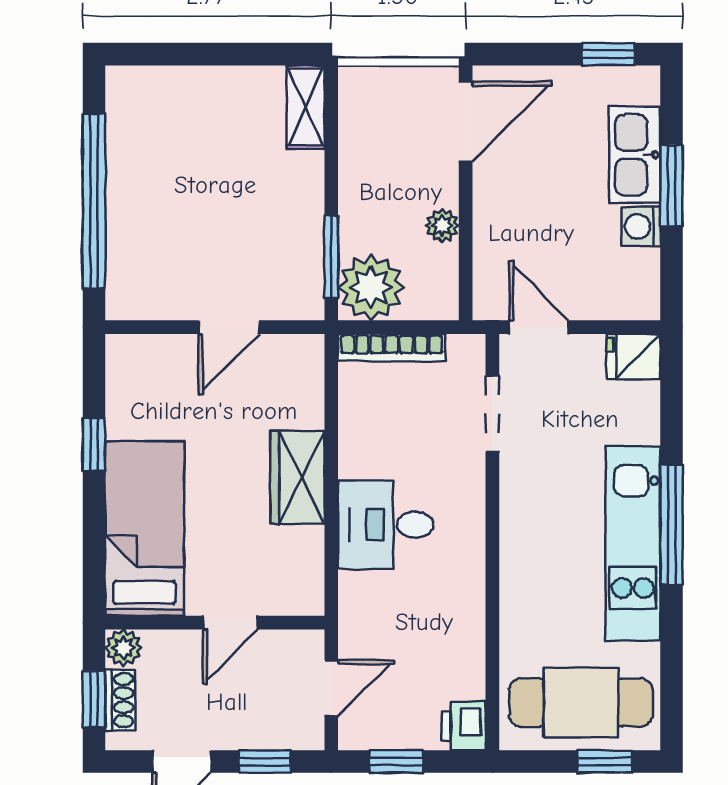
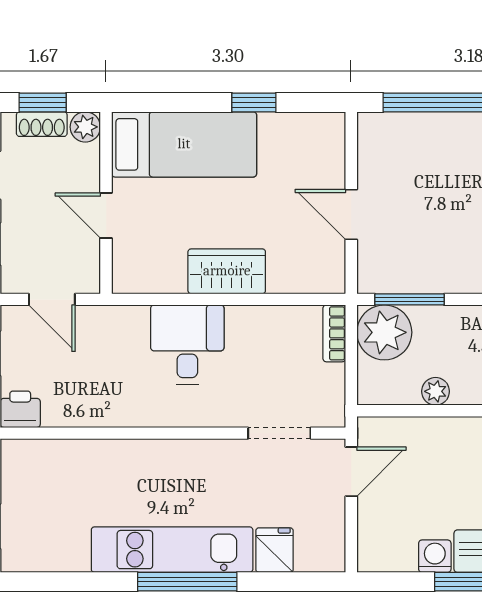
bookcase: (392, 348) -> (334, 333), width x0.64
fridge: (633, 356) -> (275, 550), moved
cafe table: (581, 702) -> (40, 506), removed

